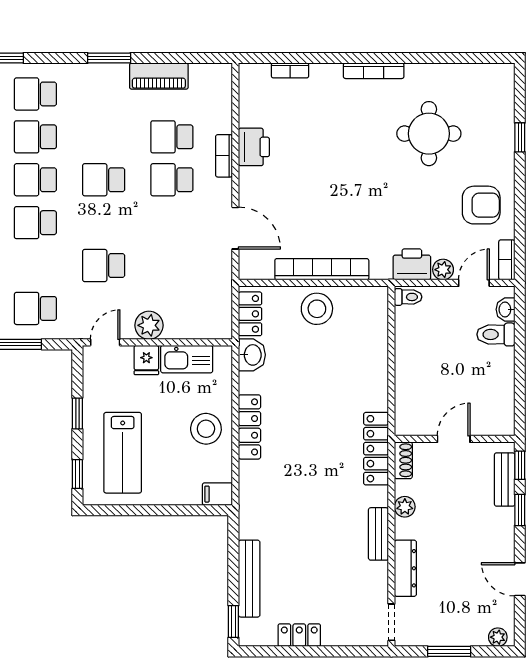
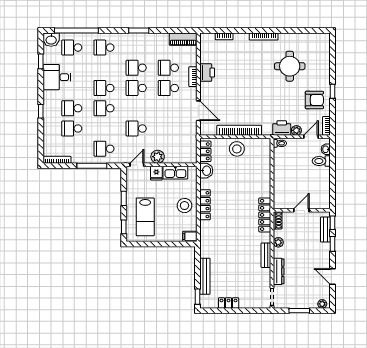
piano: (159, 76) -> (183, 39), moved
school desk: (35, 137) -> (136, 68), moved
window: (520, 137) -> (333, 91), moved

